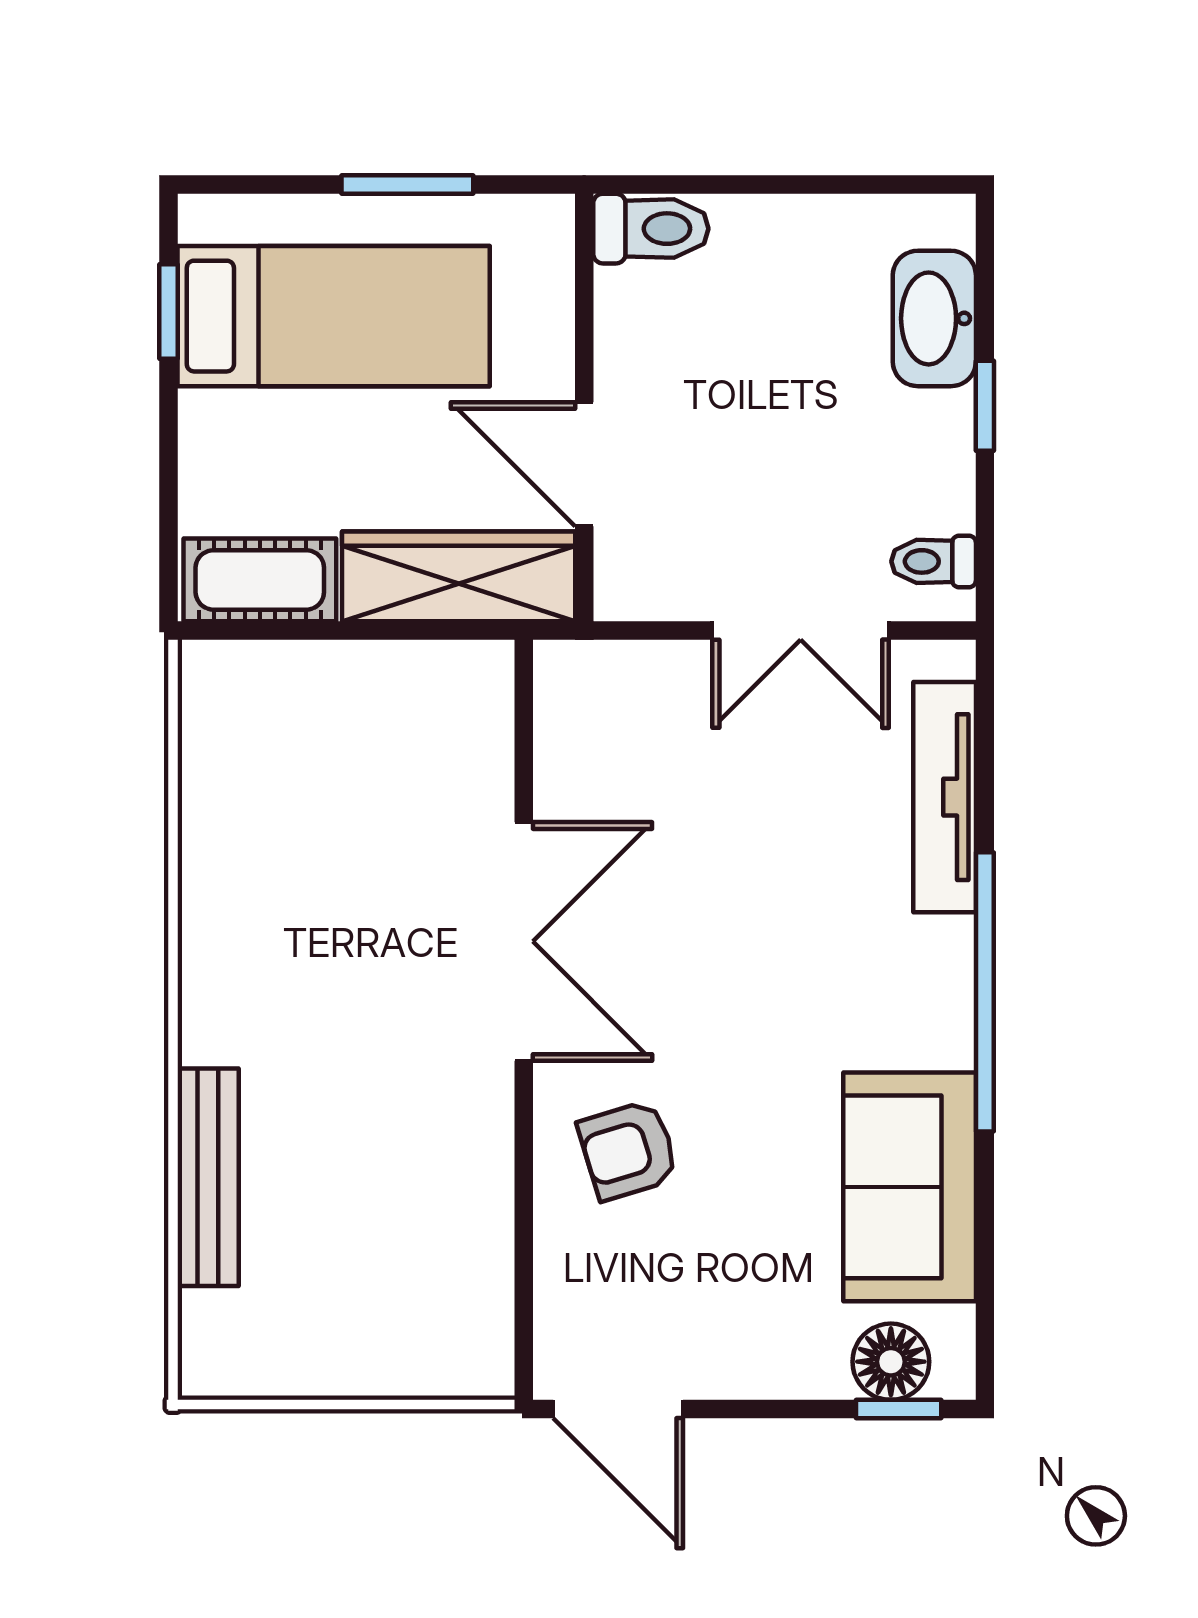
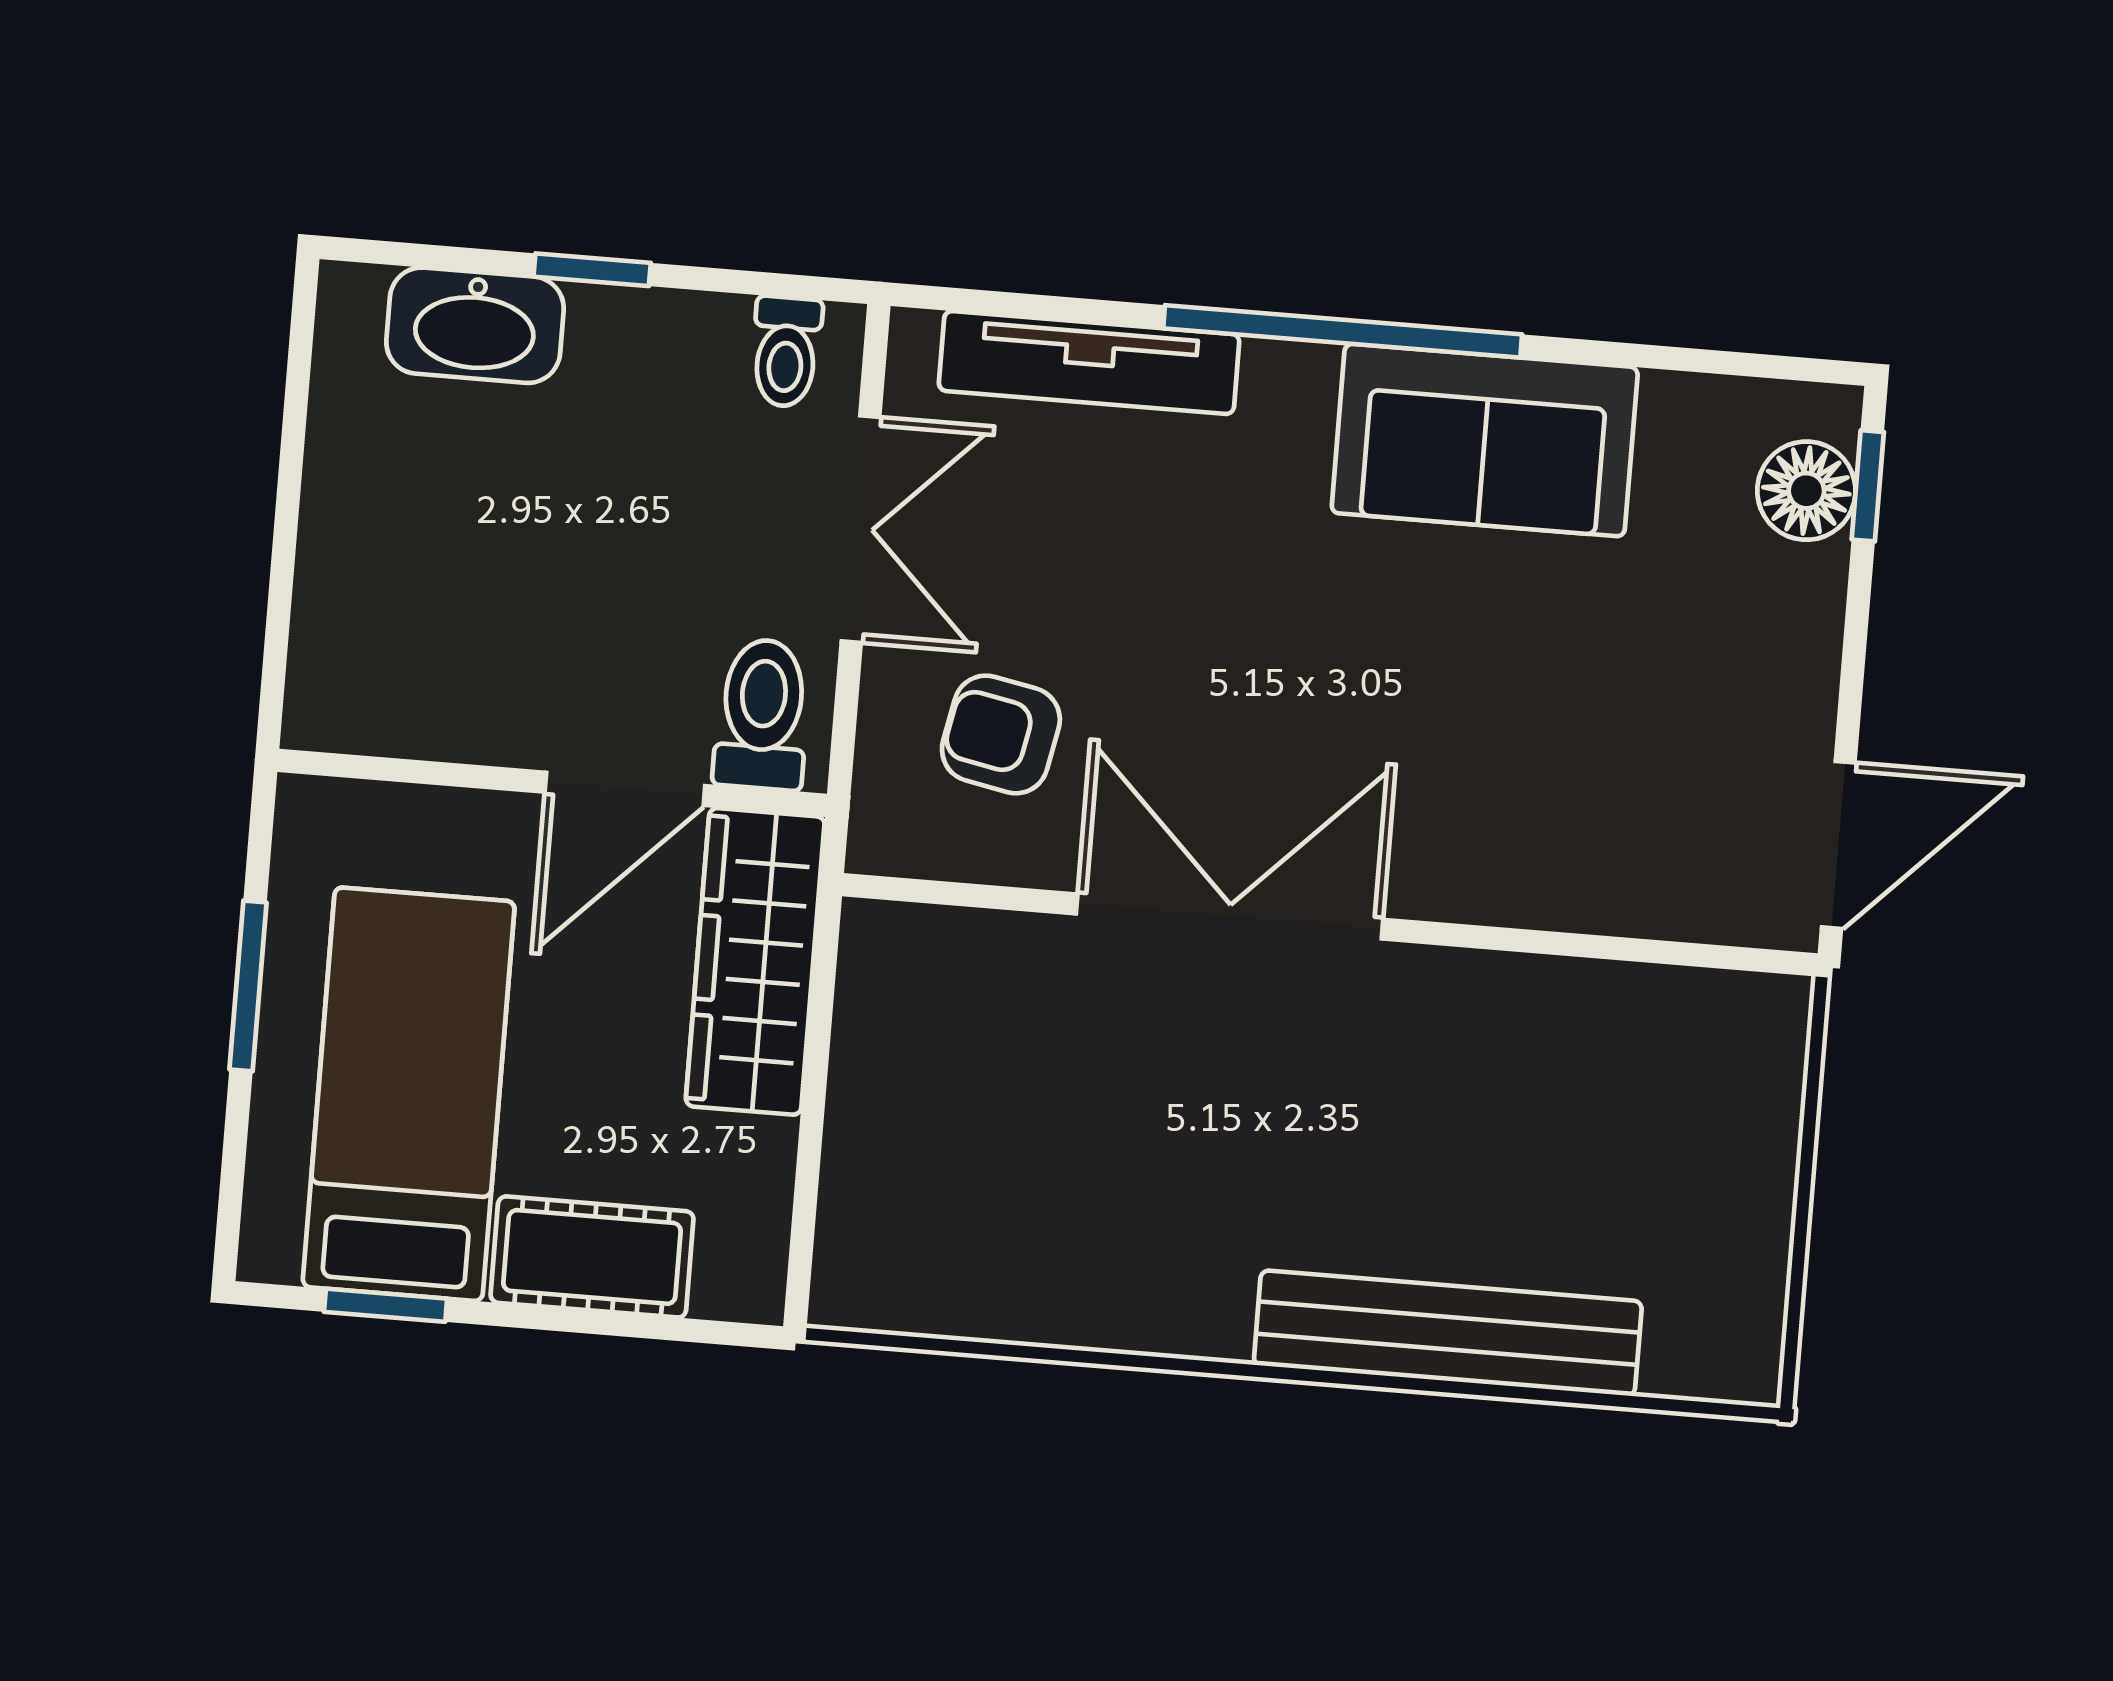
toilet: (651, 229) -> (762, 714), moved
cot: (260, 580) -> (592, 1257), moved, turned 90
armchair: (628, 1150) -> (1001, 734), moved, turned 118
bench: (208, 1177) -> (1448, 1333), width x1.37, depth x1.21
sofa: (910, 1187) -> (1485, 440), moved

